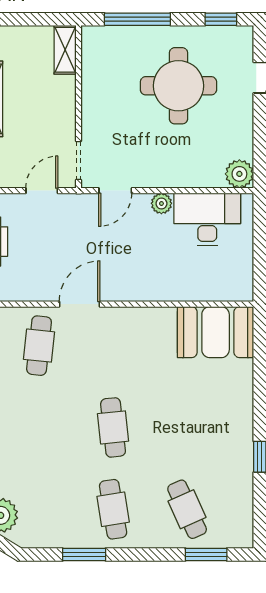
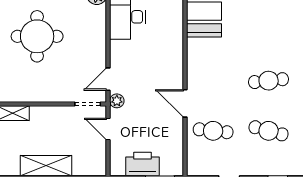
door: (115, 191) -> (108, 79), swing flipped
plant: (161, 203) -> (117, 101), moved
cafe table: (39, 427) -> (269, 131), added

